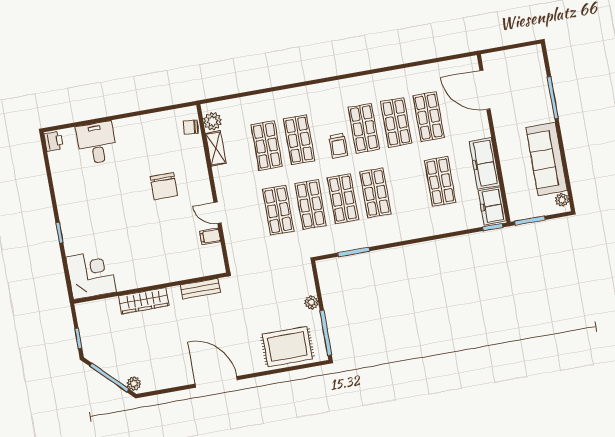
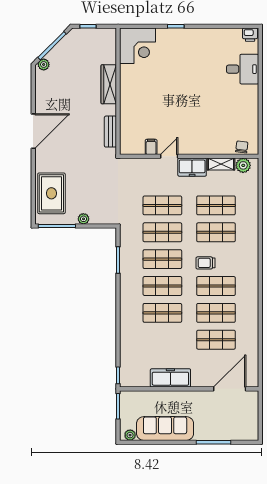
shop shelf: (440, 181) -> (162, 313), moved
chair: (164, 186) -> (198, 117), removed
freezer: (492, 206) -> (192, 167), moved, turned 180

